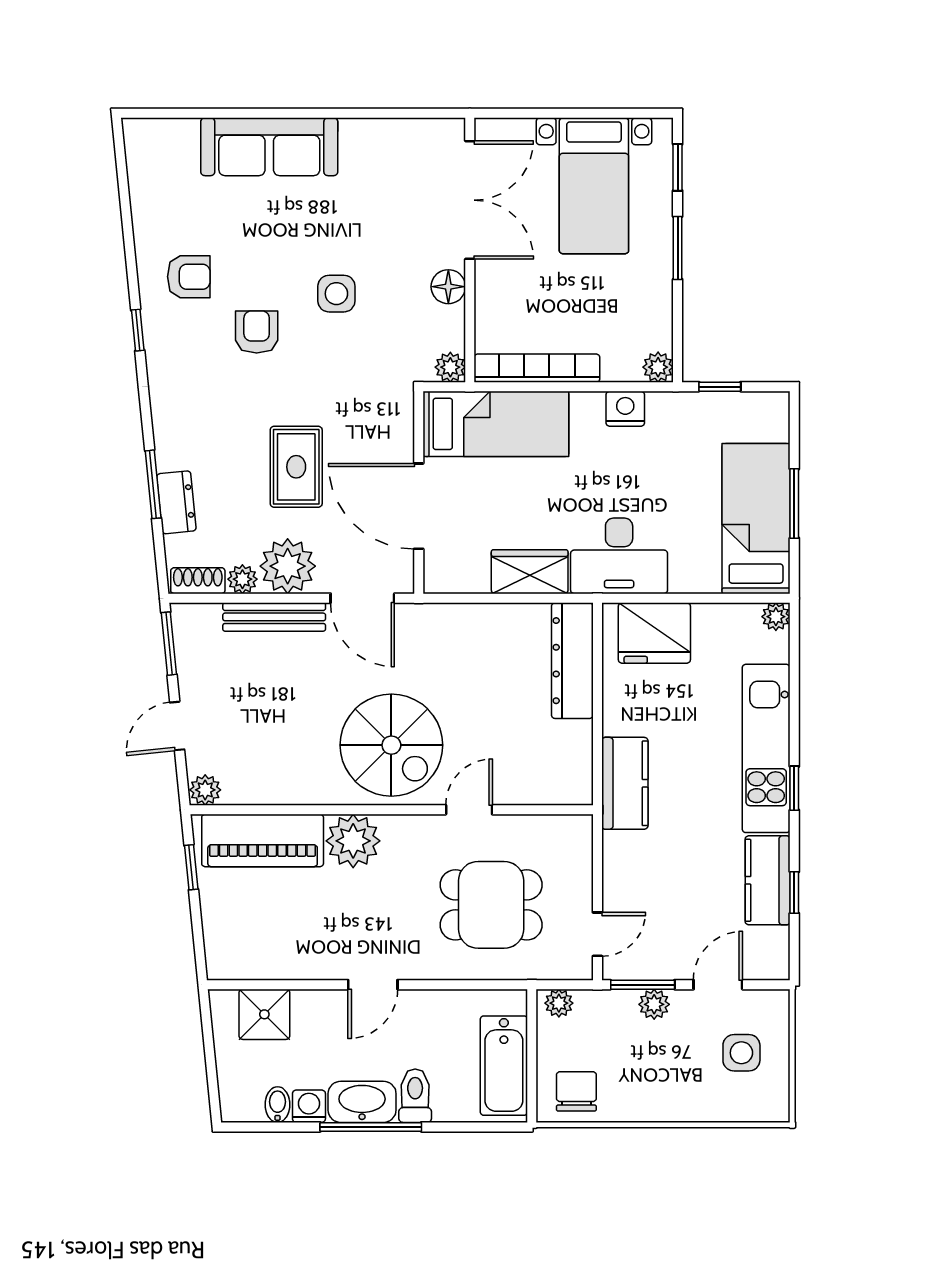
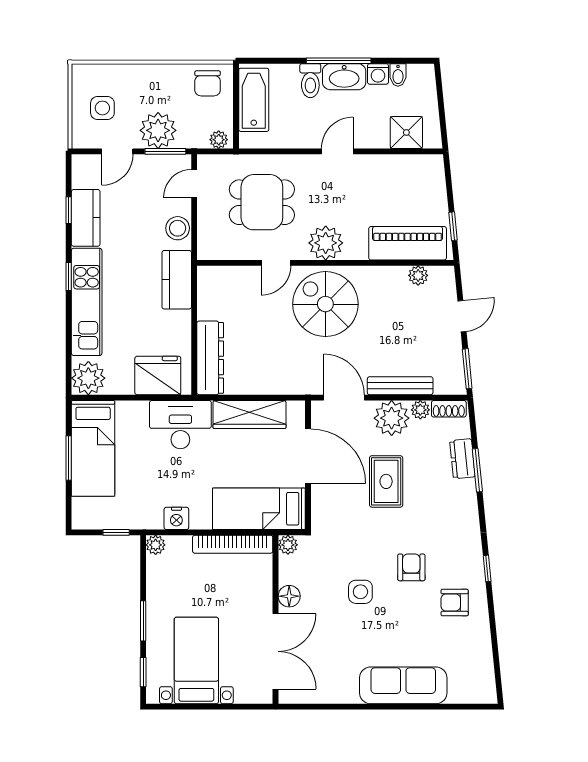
double door: (470, 200) -> (275, 651), swing flipped
armchair: (257, 332) -> (411, 567), turned 180
wardrobe: (530, 572) -> (249, 415), width x1.50
plant: (776, 617) -> (88, 378), width x1.87, depth x1.87
plant: (205, 790) -> (418, 275), moved
plant: (353, 841) -> (326, 243), moved
stool: (623, 864) -> (178, 228), added
plant: (654, 1004) -> (158, 130), width x1.87, depth x1.87

